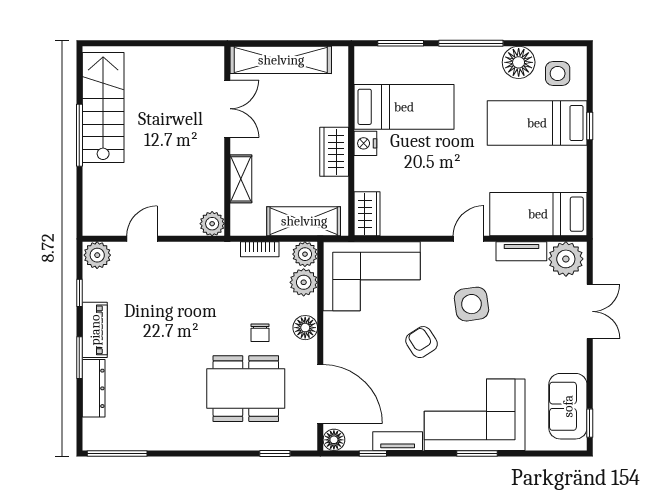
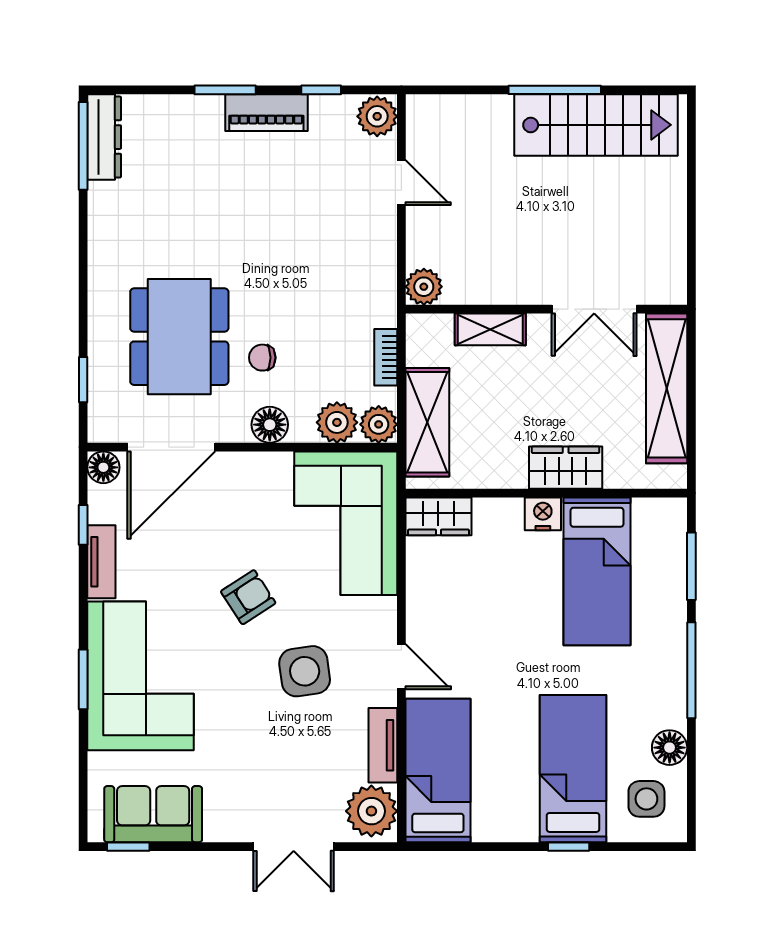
floor lamp: (519, 62) -> (670, 748), width x0.73, depth x0.73
wardrobe: (334, 152) -> (566, 468), moved
dresser: (94, 388) -> (104, 137), moved, turned -90

